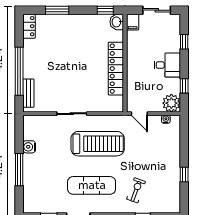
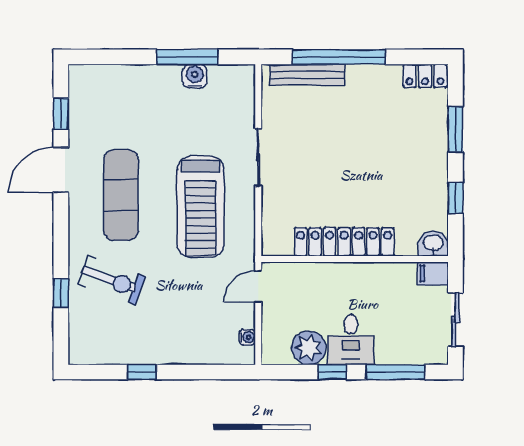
window: (105, 10) -> (455, 198), moved
window: (184, 42) -> (395, 372), width x2.17
window: (184, 86) -> (332, 372), moved
bench: (28, 93) -> (307, 75), width x1.36
plant: (171, 103) -> (309, 348), moved
window: (19, 170) -> (187, 57), moved
exercise bike: (136, 190) -> (112, 280), width x1.38, depth x1.39

